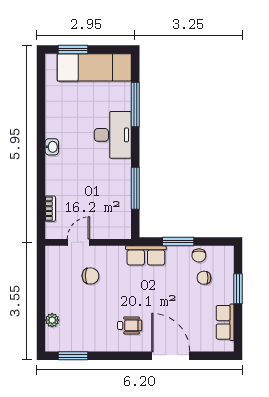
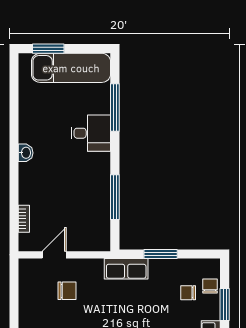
desk: (113, 135) -> (91, 133), width x0.73
chair: (199, 255) -> (210, 286), moved, turned 180

